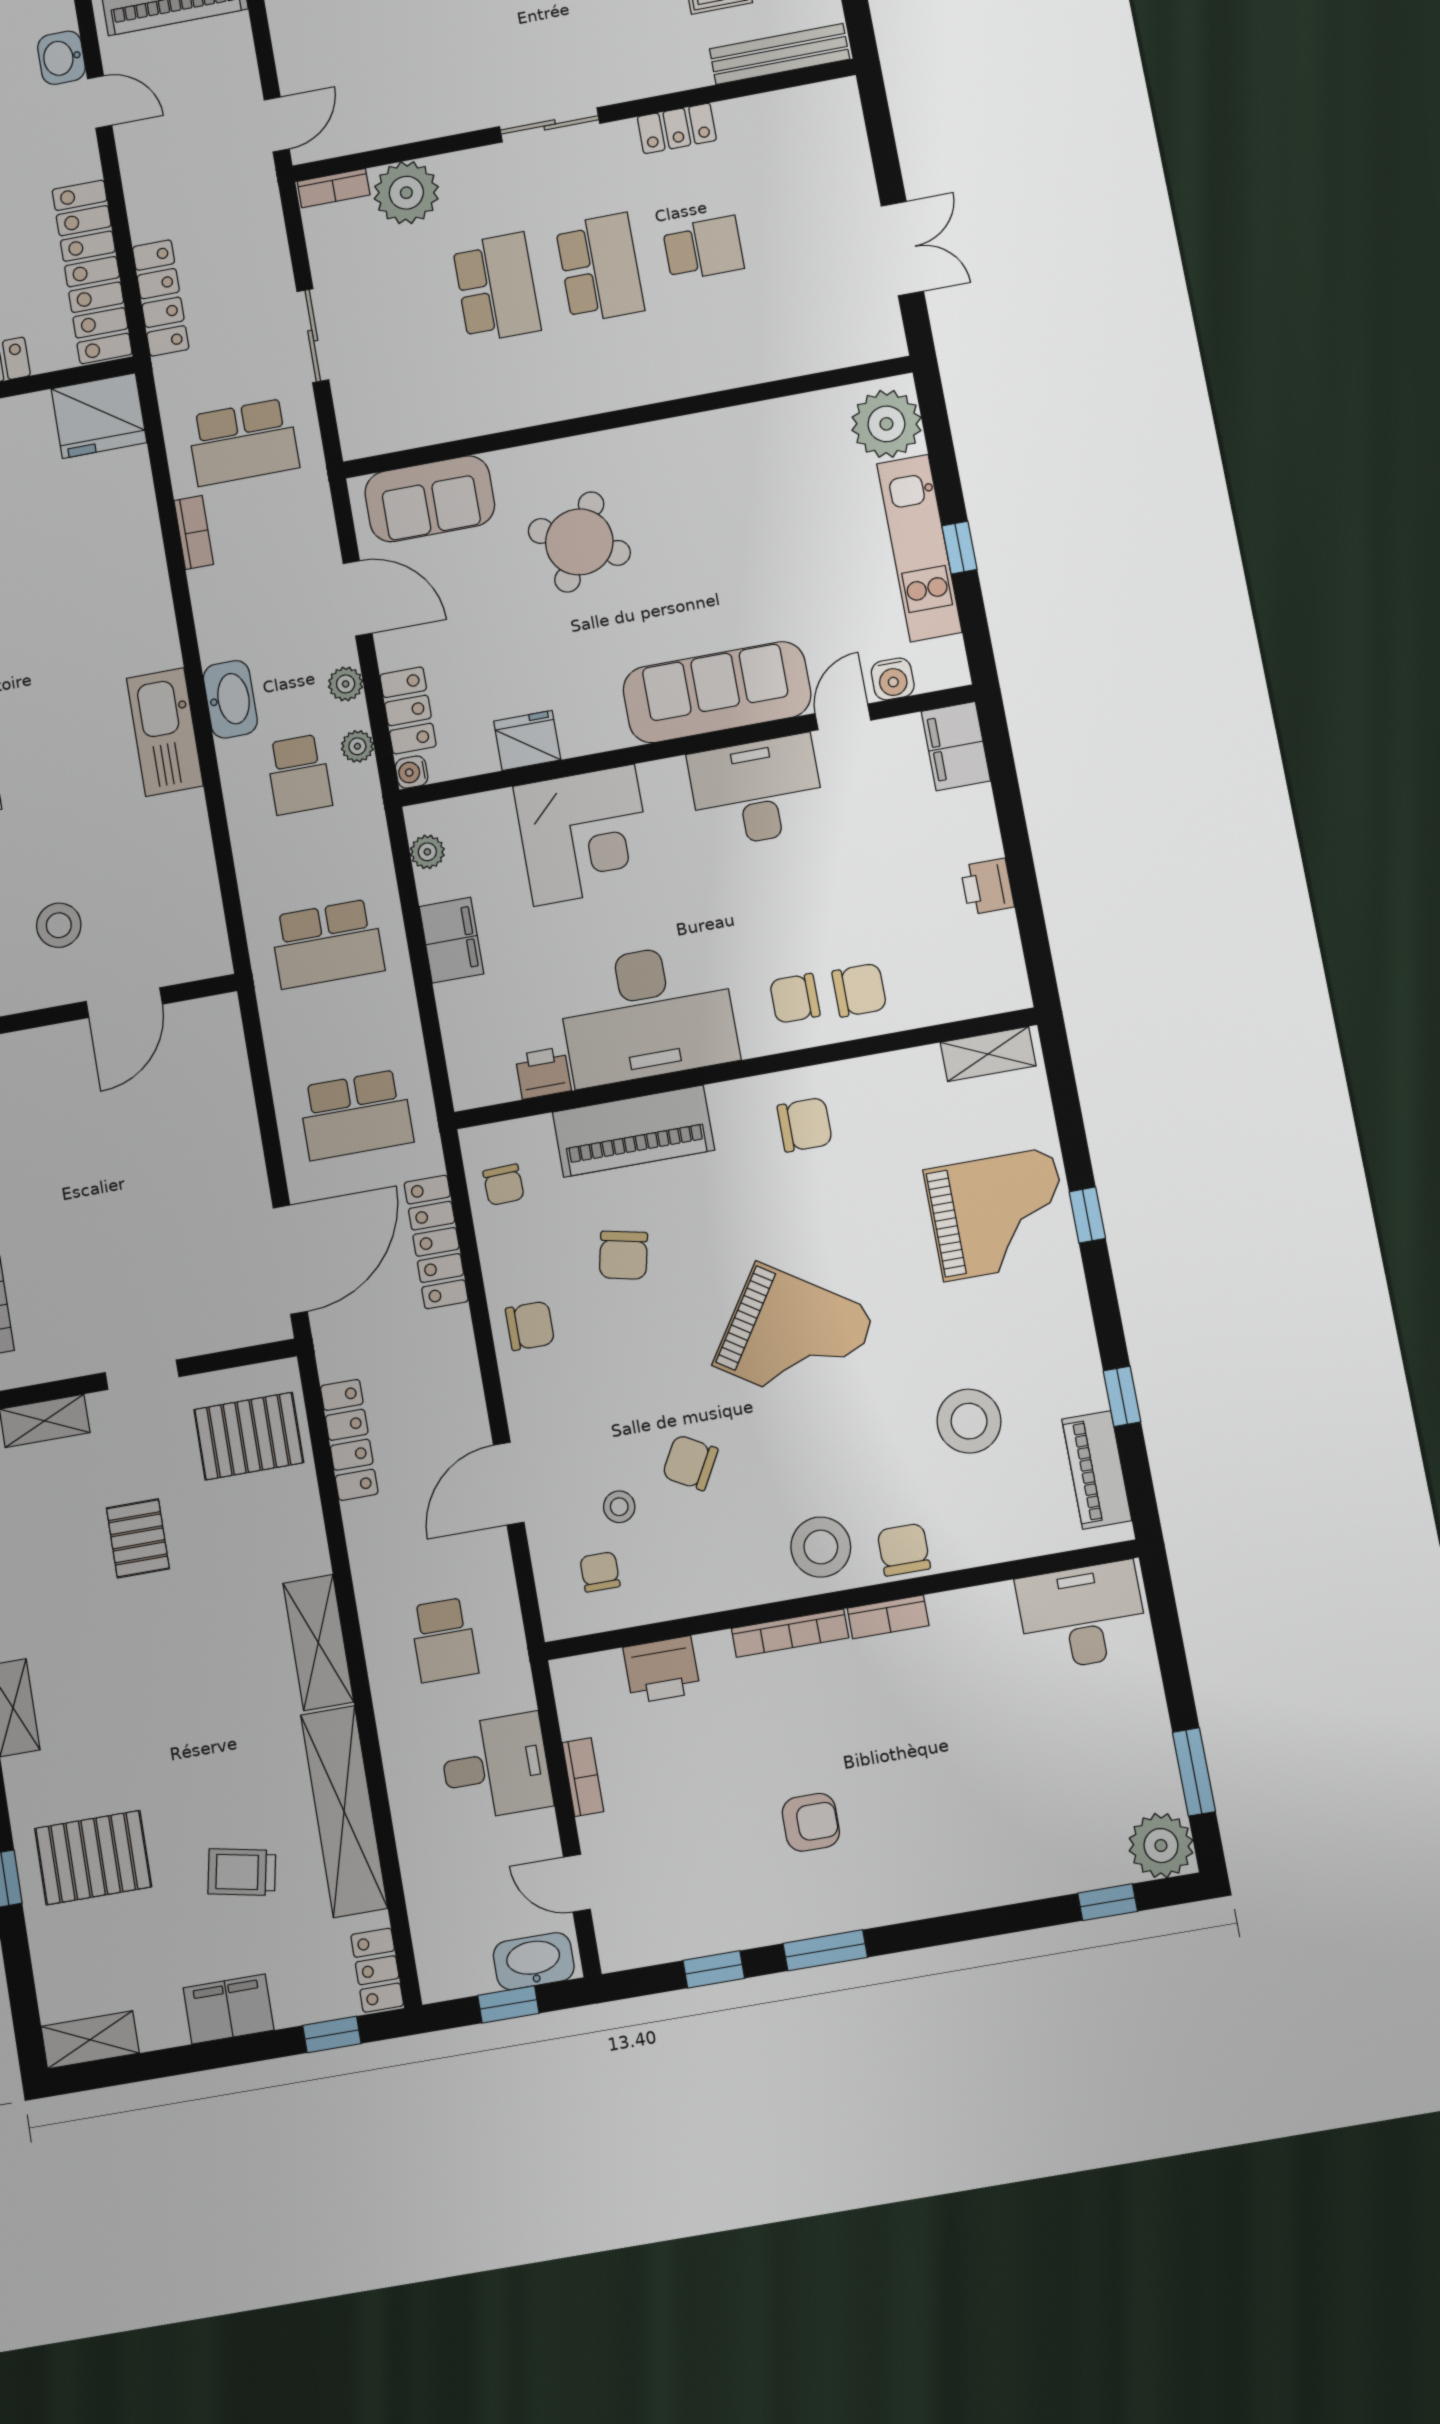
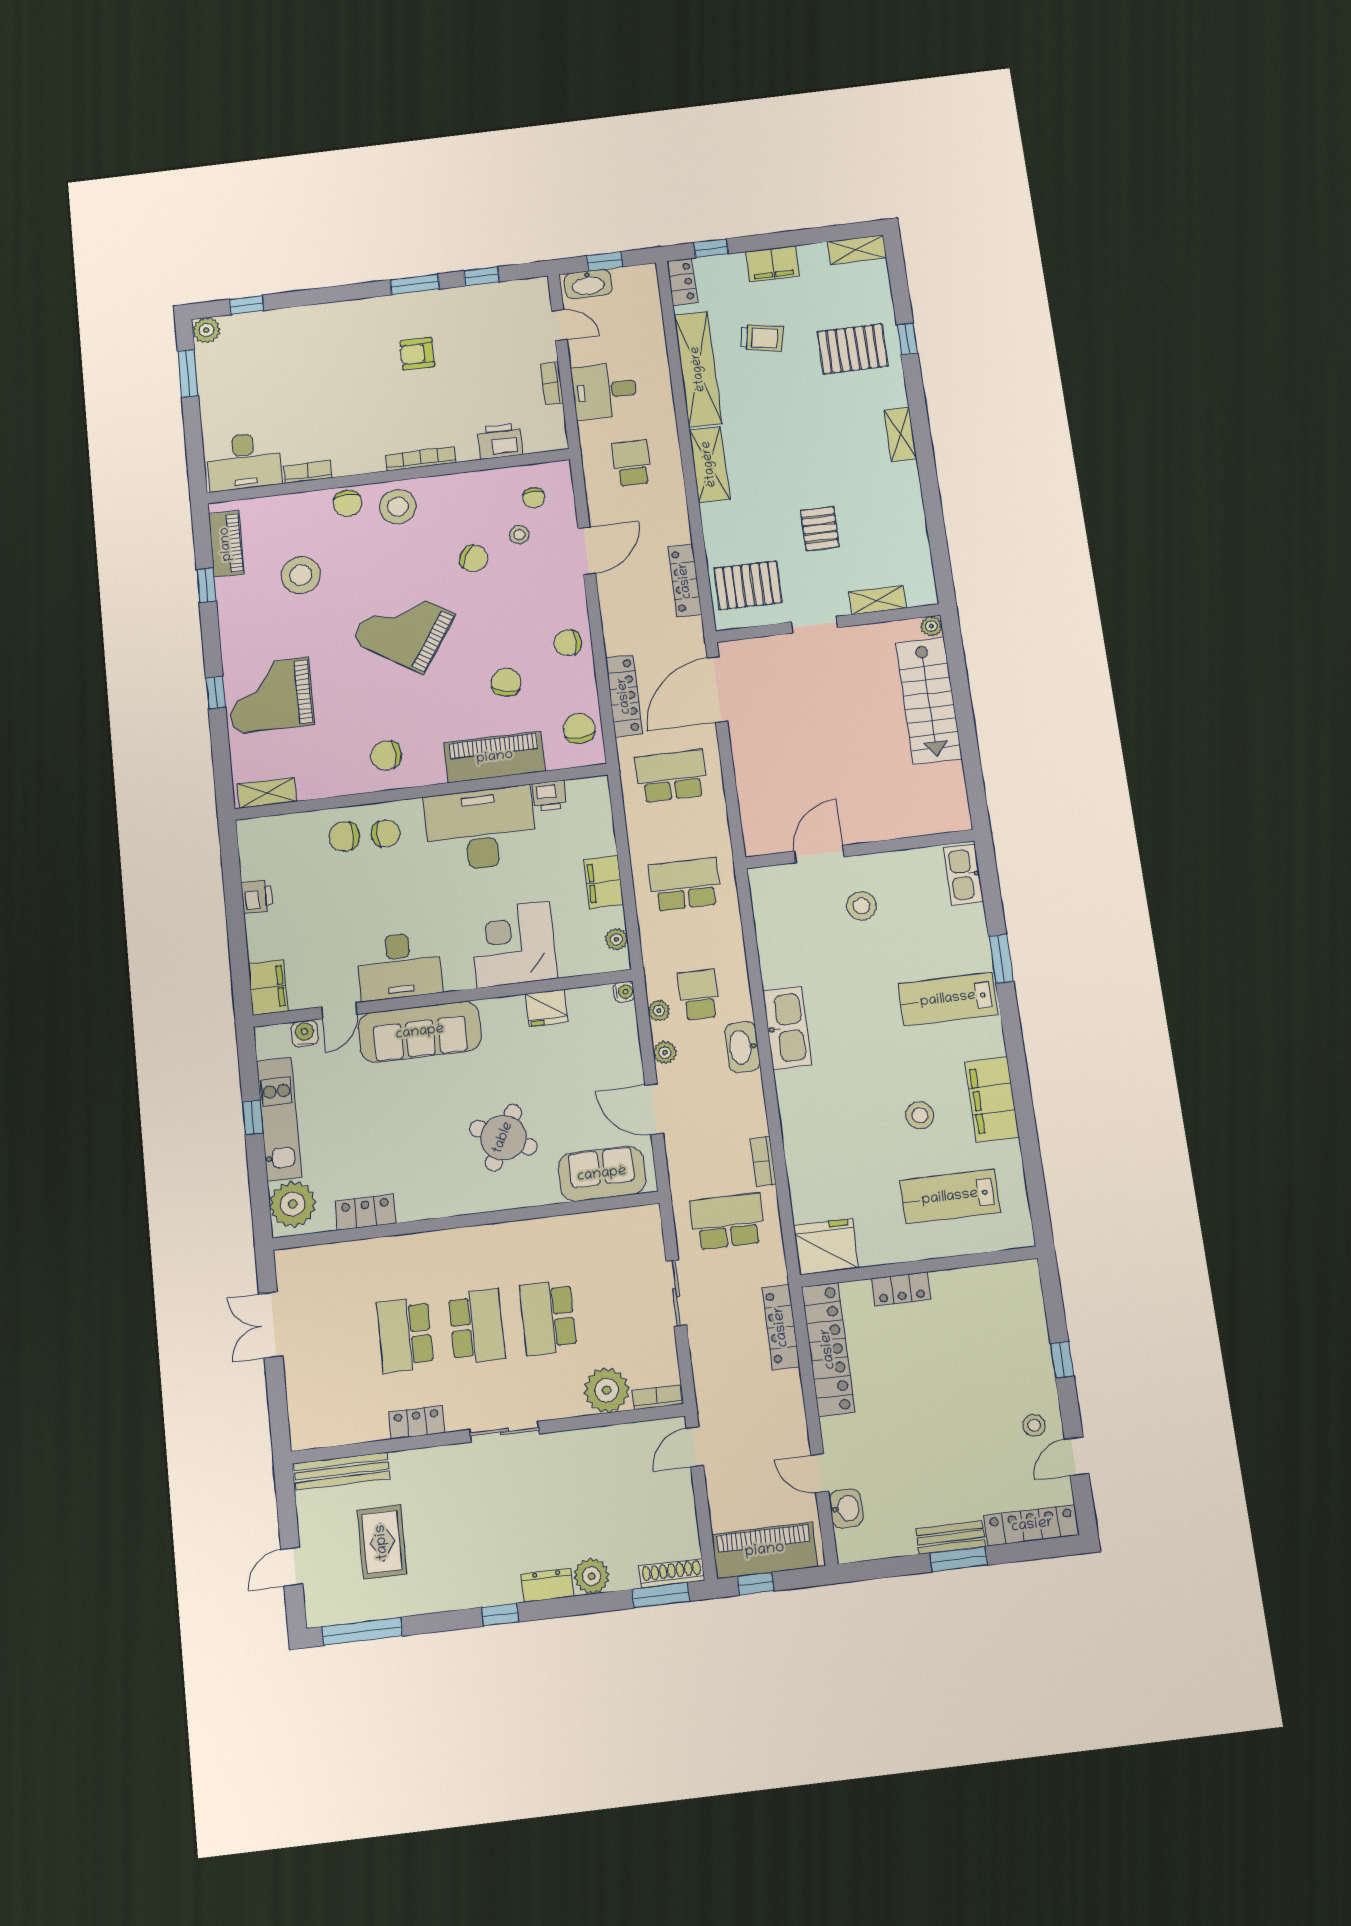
school desk: (703, 248) -> (405, 1335), width x1.85
school desk: (600, 268) -> (477, 1326), turned 180
locker: (408, 710) -> (366, 1212), moved, turned 90
chair: (504, 1185) -> (579, 728), width x1.37, depth x1.37
bookcase: (888, 1617) -> (308, 472), moved
plant: (1161, 1846) -> (206, 330), width x0.73, depth x0.73

